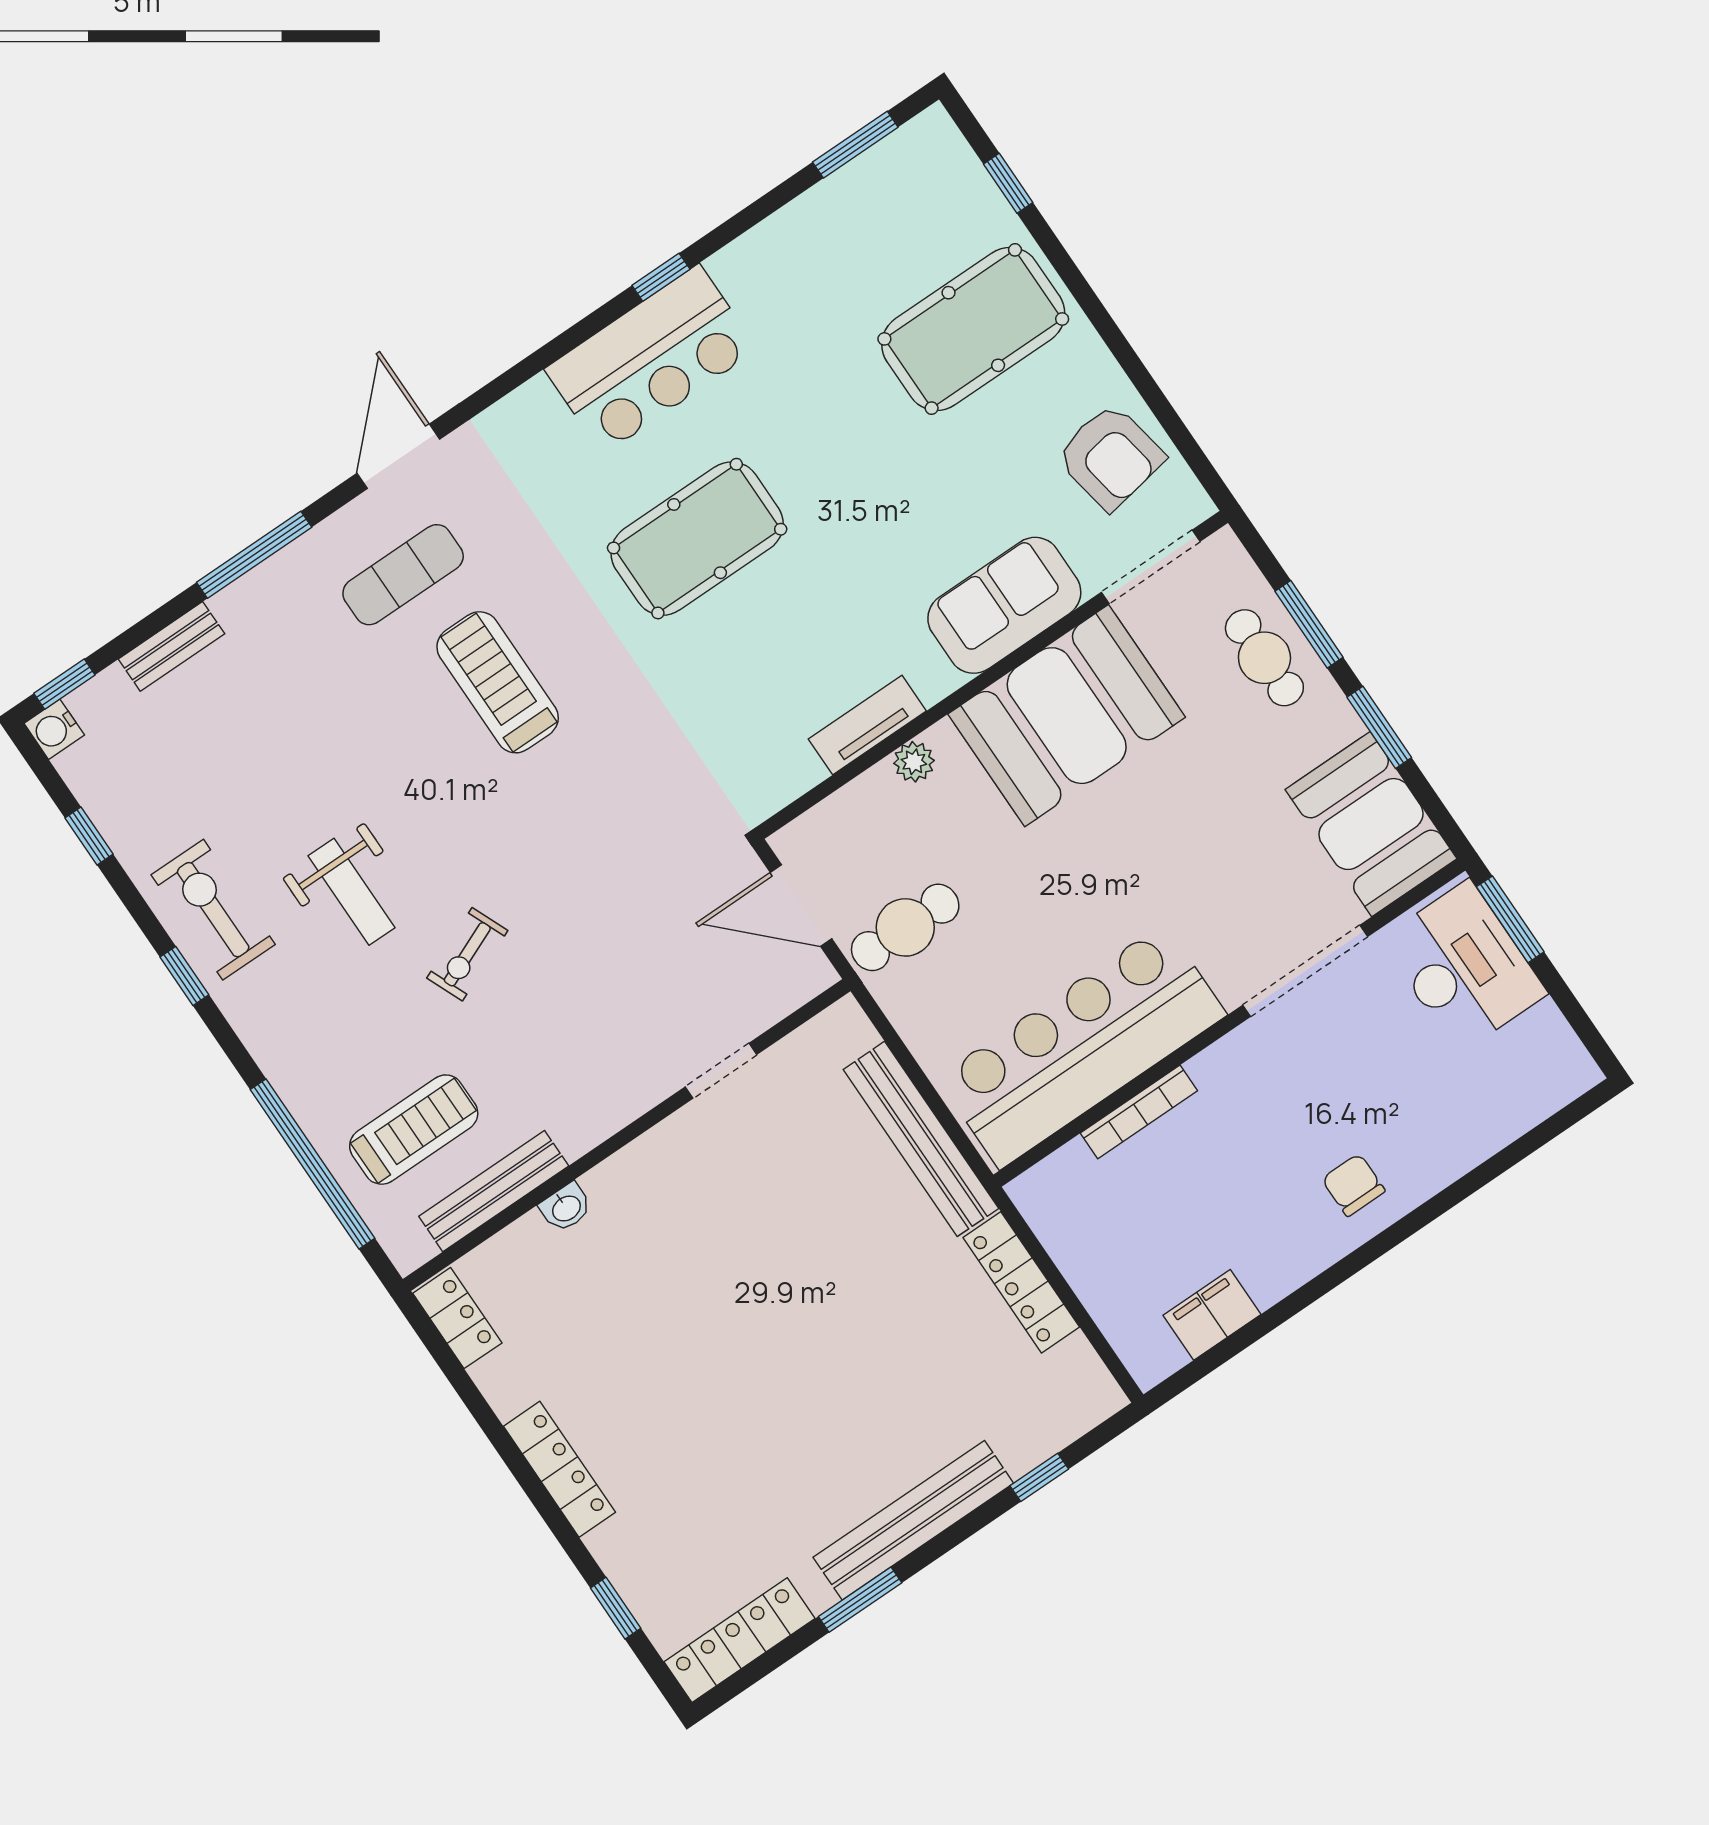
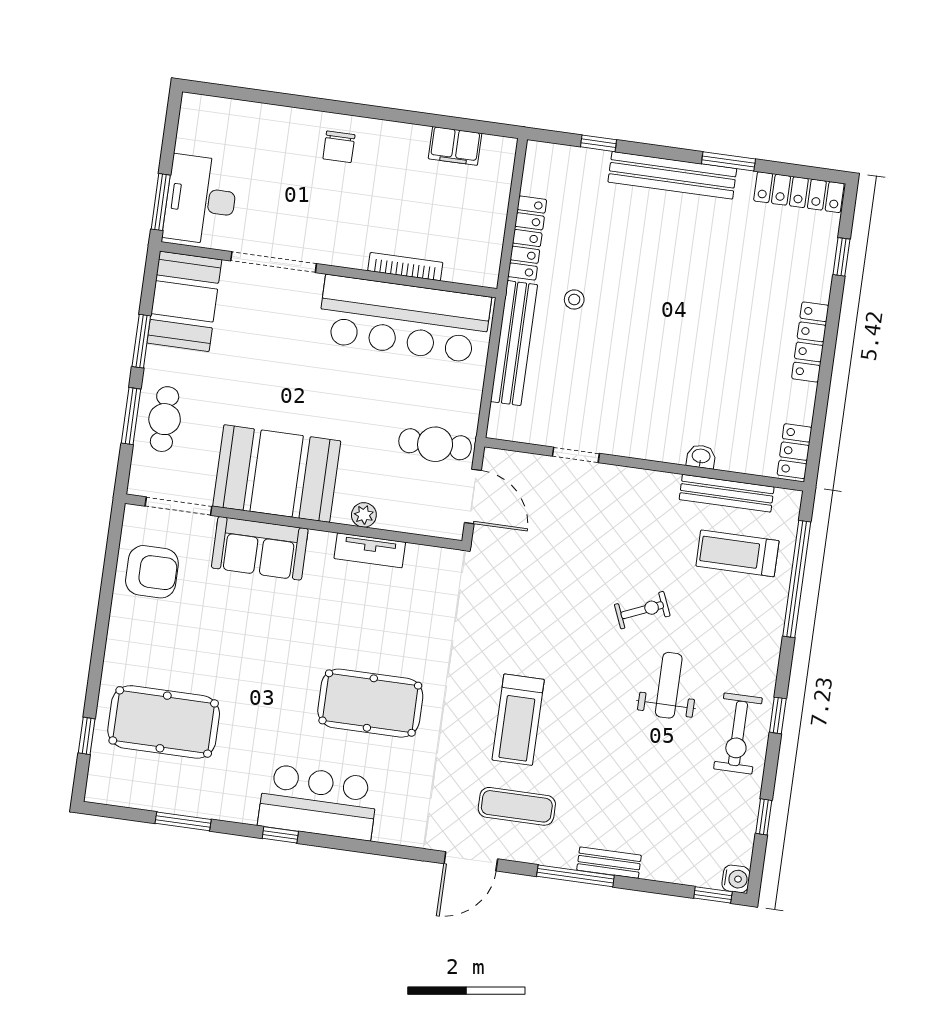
window: (855, 145) -> (183, 821), moved
pool table: (973, 329) -> (164, 722), moved
armchair: (1110, 457) -> (152, 572), turned 100
bench: (171, 646) -> (609, 863), moved
stool: (896, 1259) -> (574, 300), added

